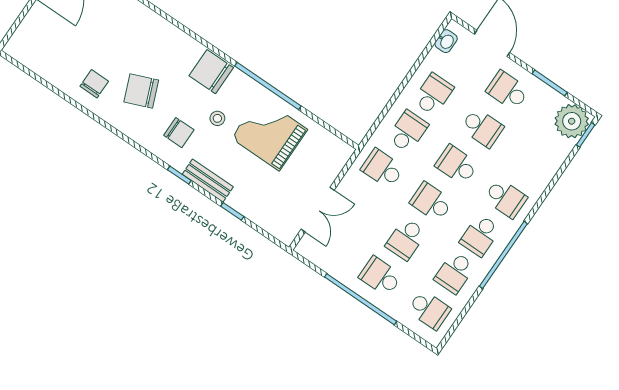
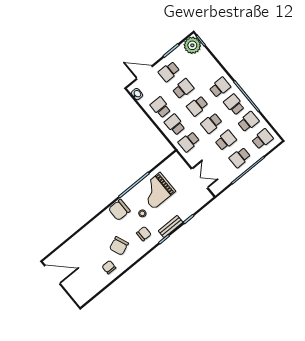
school desk: (480, 235) -> (234, 105), turned 180
school desk: (406, 239) -> (226, 140), turned -90
school desk: (455, 273) -> (248, 122), turned -90

